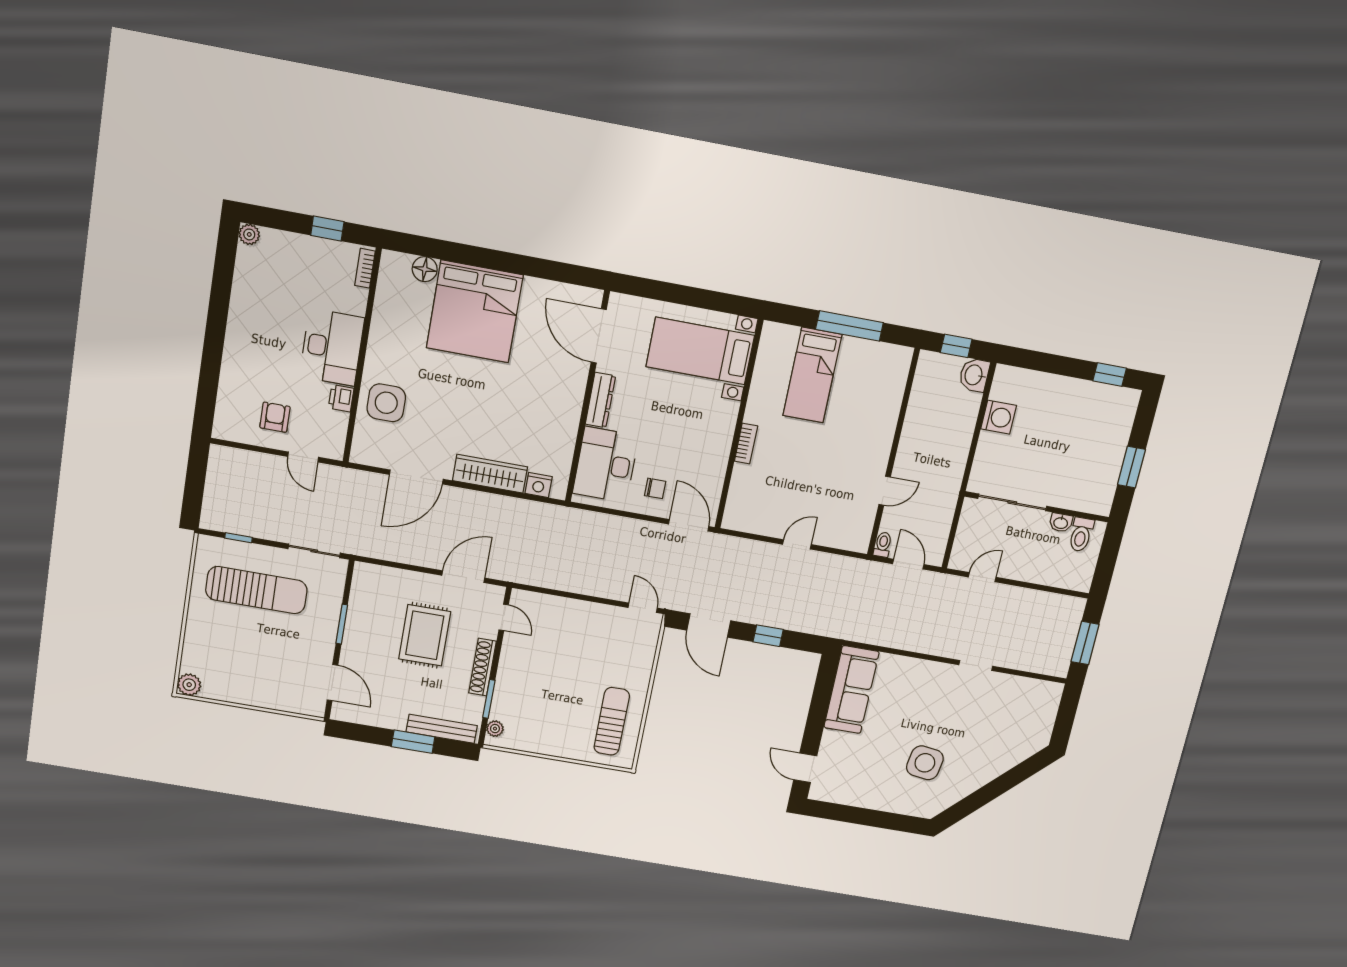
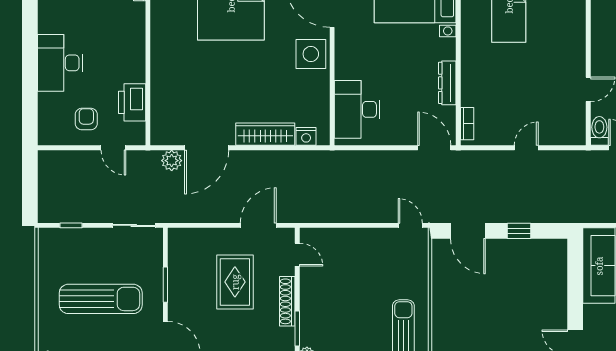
desk: (332, 347) -> (60, 63), moved, turned 180
printer: (341, 398) -> (132, 102), width x1.87, depth x1.48
dresser: (600, 400) -> (447, 83), moved, turned 180
side table: (386, 403) -> (311, 54), moved
bookcase: (746, 444) -> (467, 124), moved
plant: (372, 484) -> (172, 161), added
chair: (655, 488) -> (401, 122), removed
toilet: (883, 545) -> (599, 131), width x1.37, depth x1.39
sun lounger: (256, 590) -> (101, 299), moved

